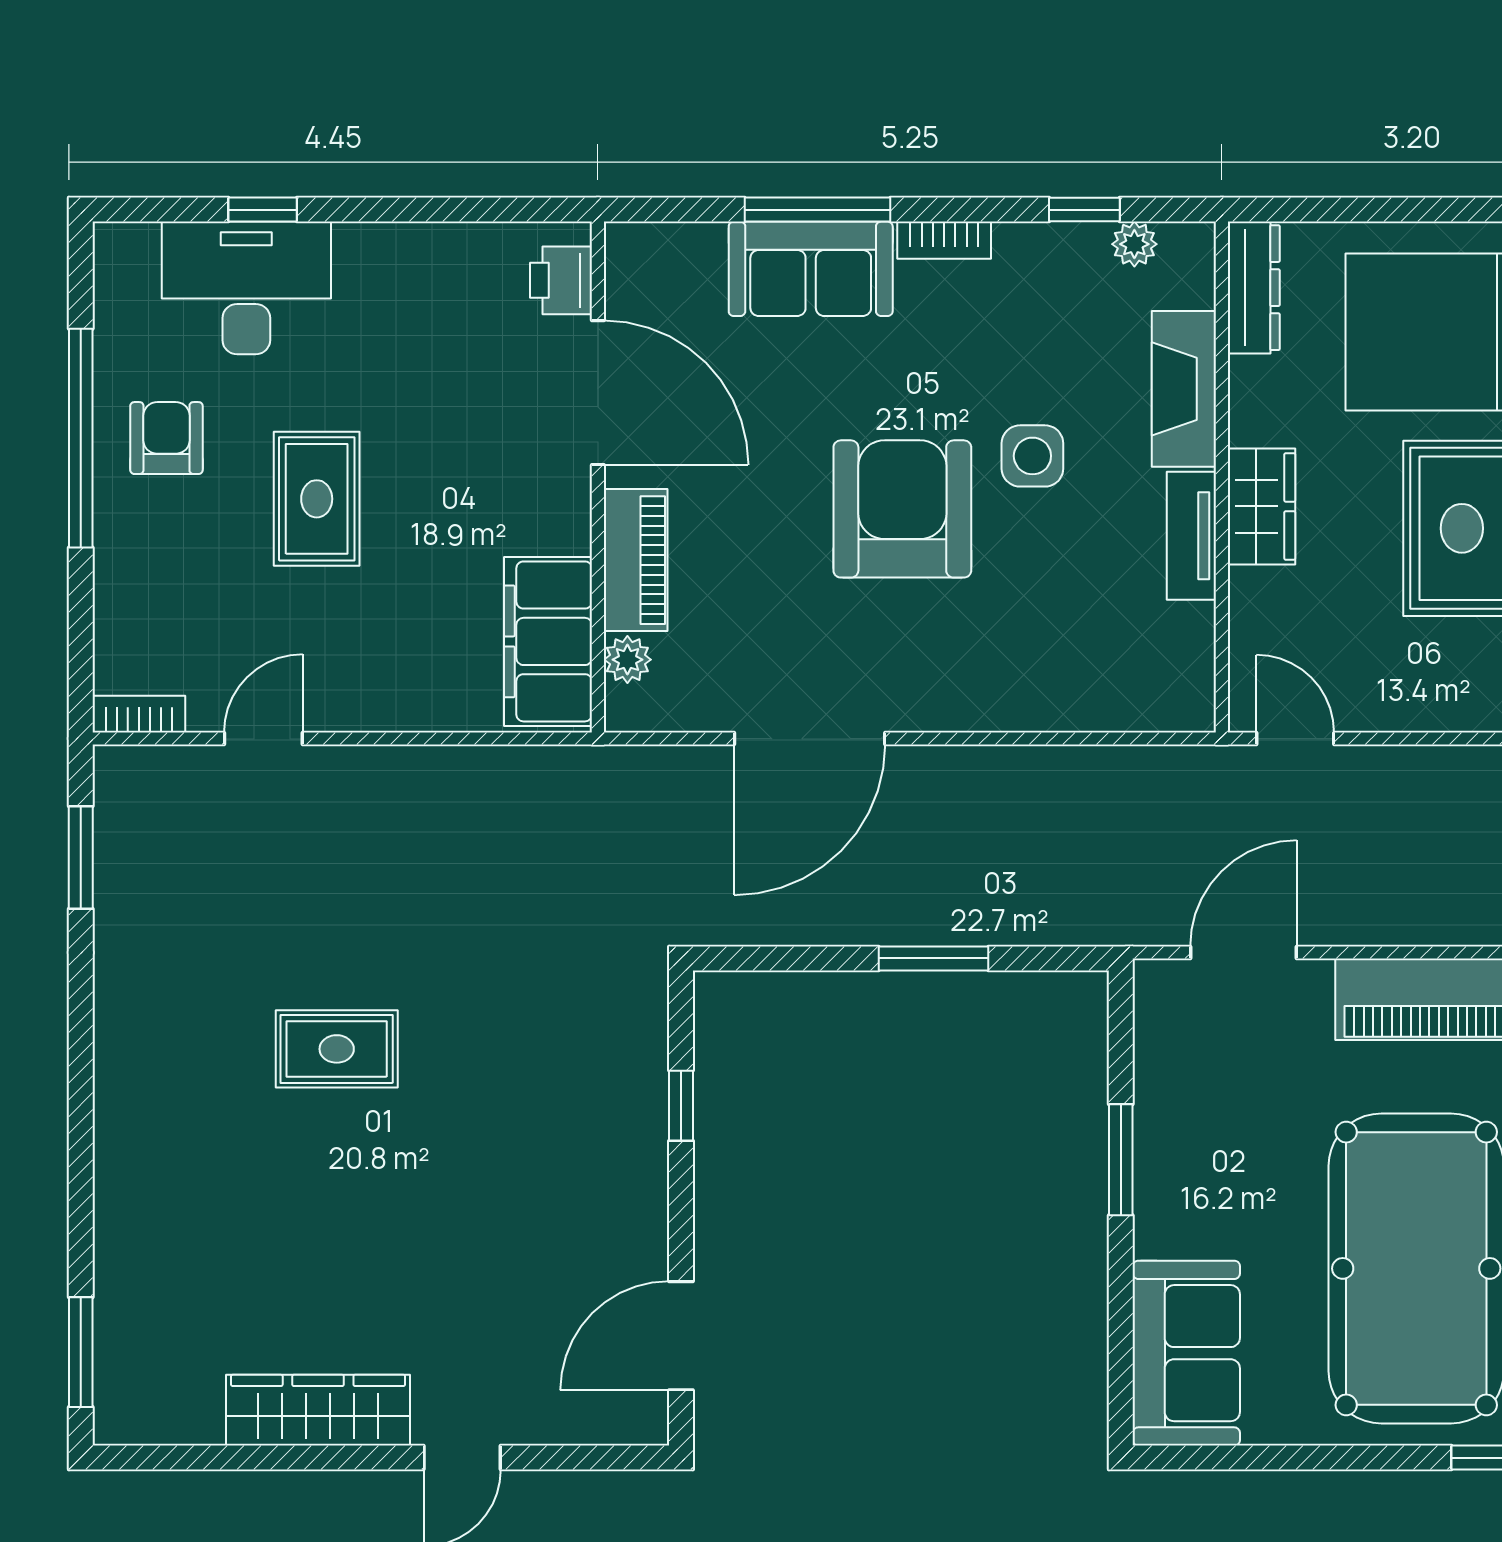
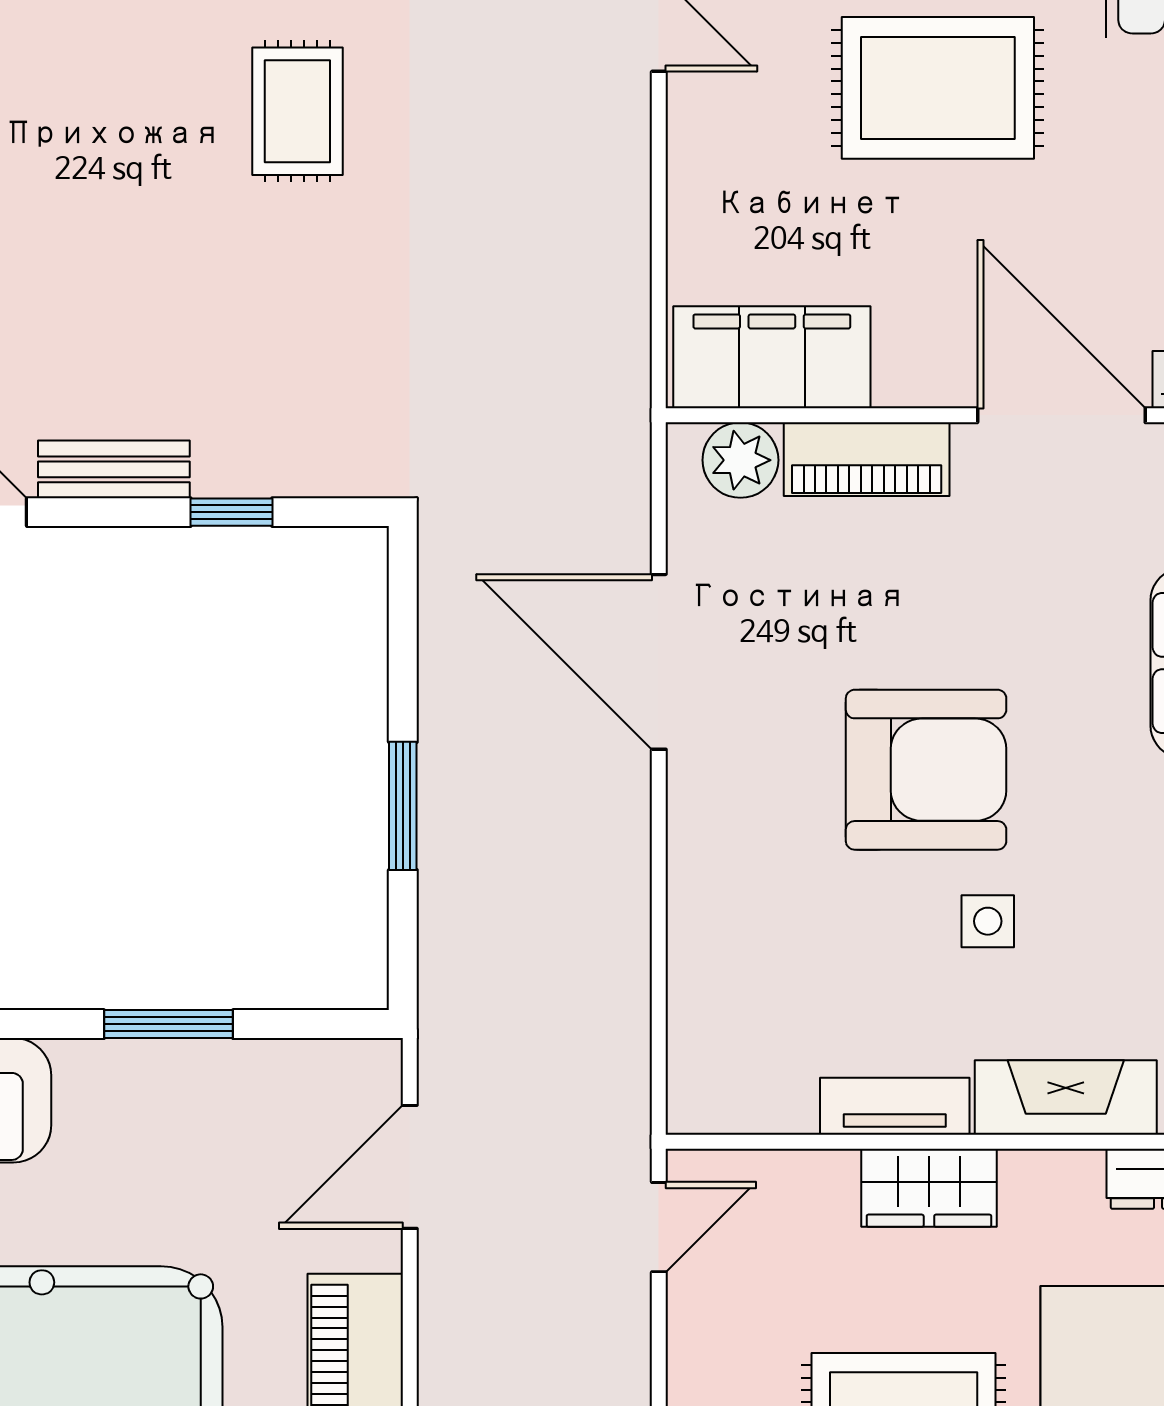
door: (598, 393) -> (1061, 415), swing flipped
side table: (1032, 456) -> (988, 921), width x0.73, depth x0.73
rug: (317, 499) -> (938, 88), width x1.36, depth x1.43
plant: (627, 660) -> (740, 460), width x1.38, depth x1.38
door: (1243, 952) -> (410, 1167), swing flipped
bench: (644, 1207) -> (114, 469), added

